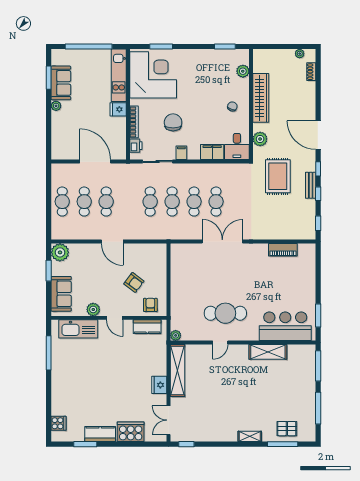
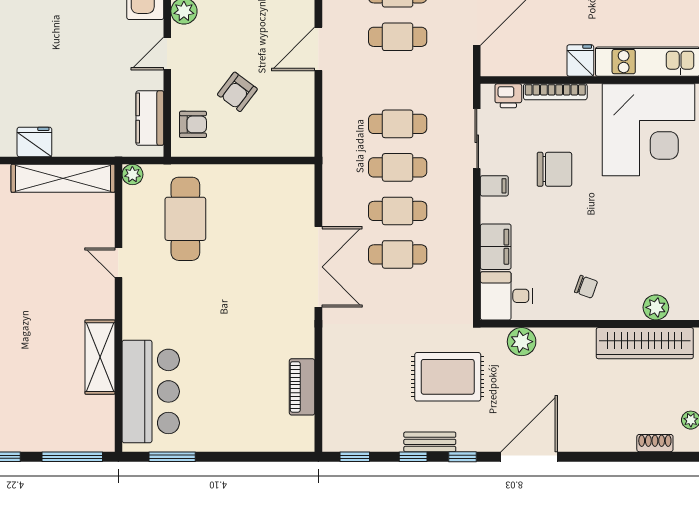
wardrobe: (261, 98) -> (645, 343), moved
cafe table: (225, 313) -> (185, 219), moved

